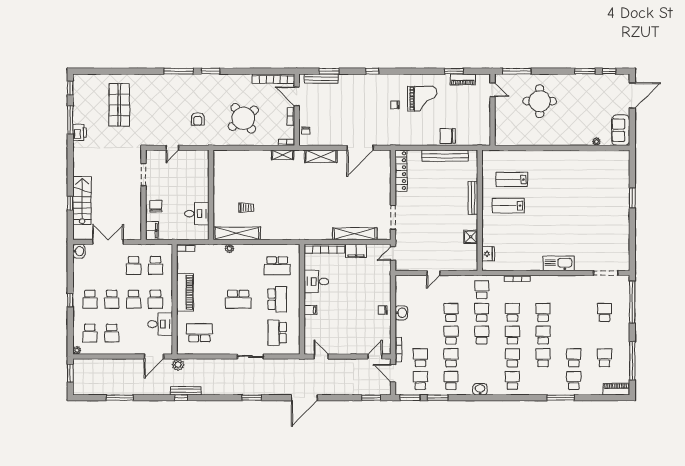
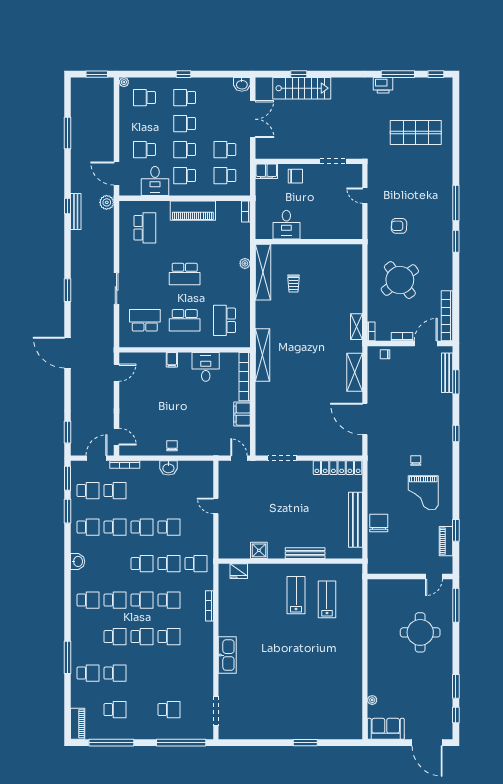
shelving: (355, 234) -> (263, 355), moved
school desk: (238, 299) -> (185, 274), turned -90
school desk: (112, 333) -> (144, 150), moved

